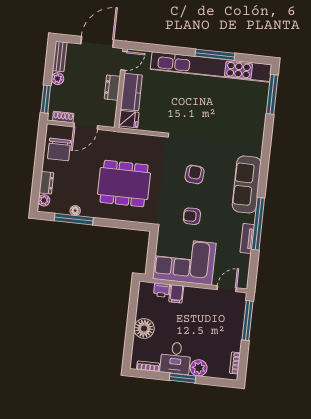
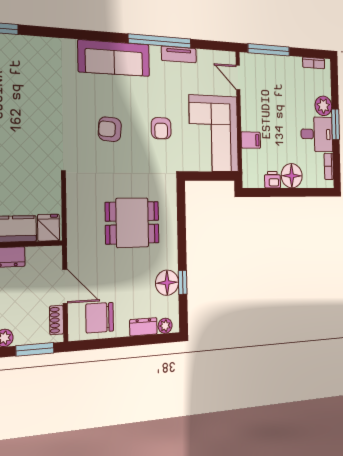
chair: (59, 149) -> (100, 318), turned 180
dining table: (124, 184) -> (132, 223), width x0.73
floor lamp: (75, 211) -> (167, 283), width x1.89, depth x1.89
window: (74, 219) -> (183, 282), width x0.46
printer: (161, 290) -> (272, 180), moved, turned -90

